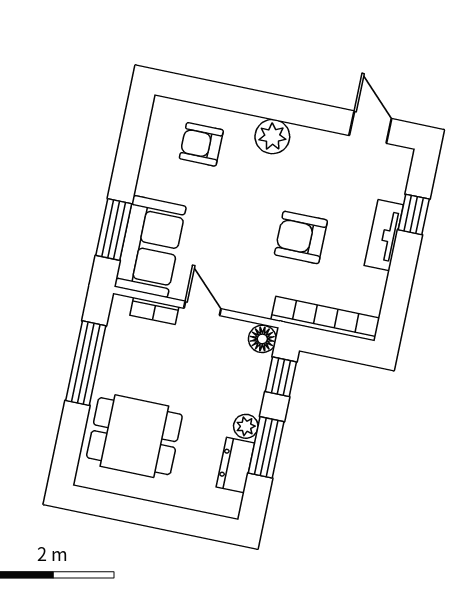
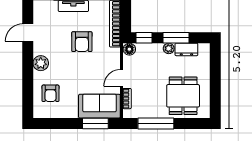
door: (370, 127) -> (28, 33), moved

